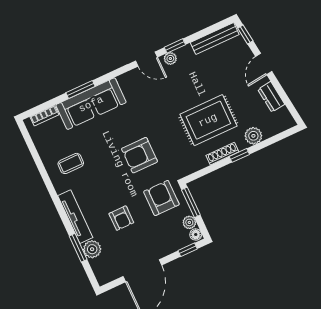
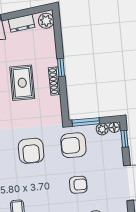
rug: (208, 120) -> (22, 83), width x0.73, depth x0.70
plant: (253, 136) -> (46, 21), moved

